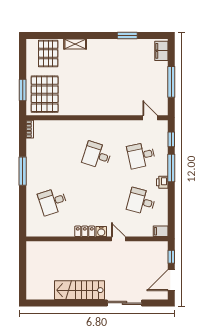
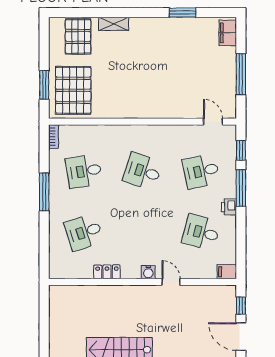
desk: (53, 155) -> (84, 171), added
locker: (85, 231) -> (107, 272), moved
door: (171, 280) -> (241, 337), hinge flipped

